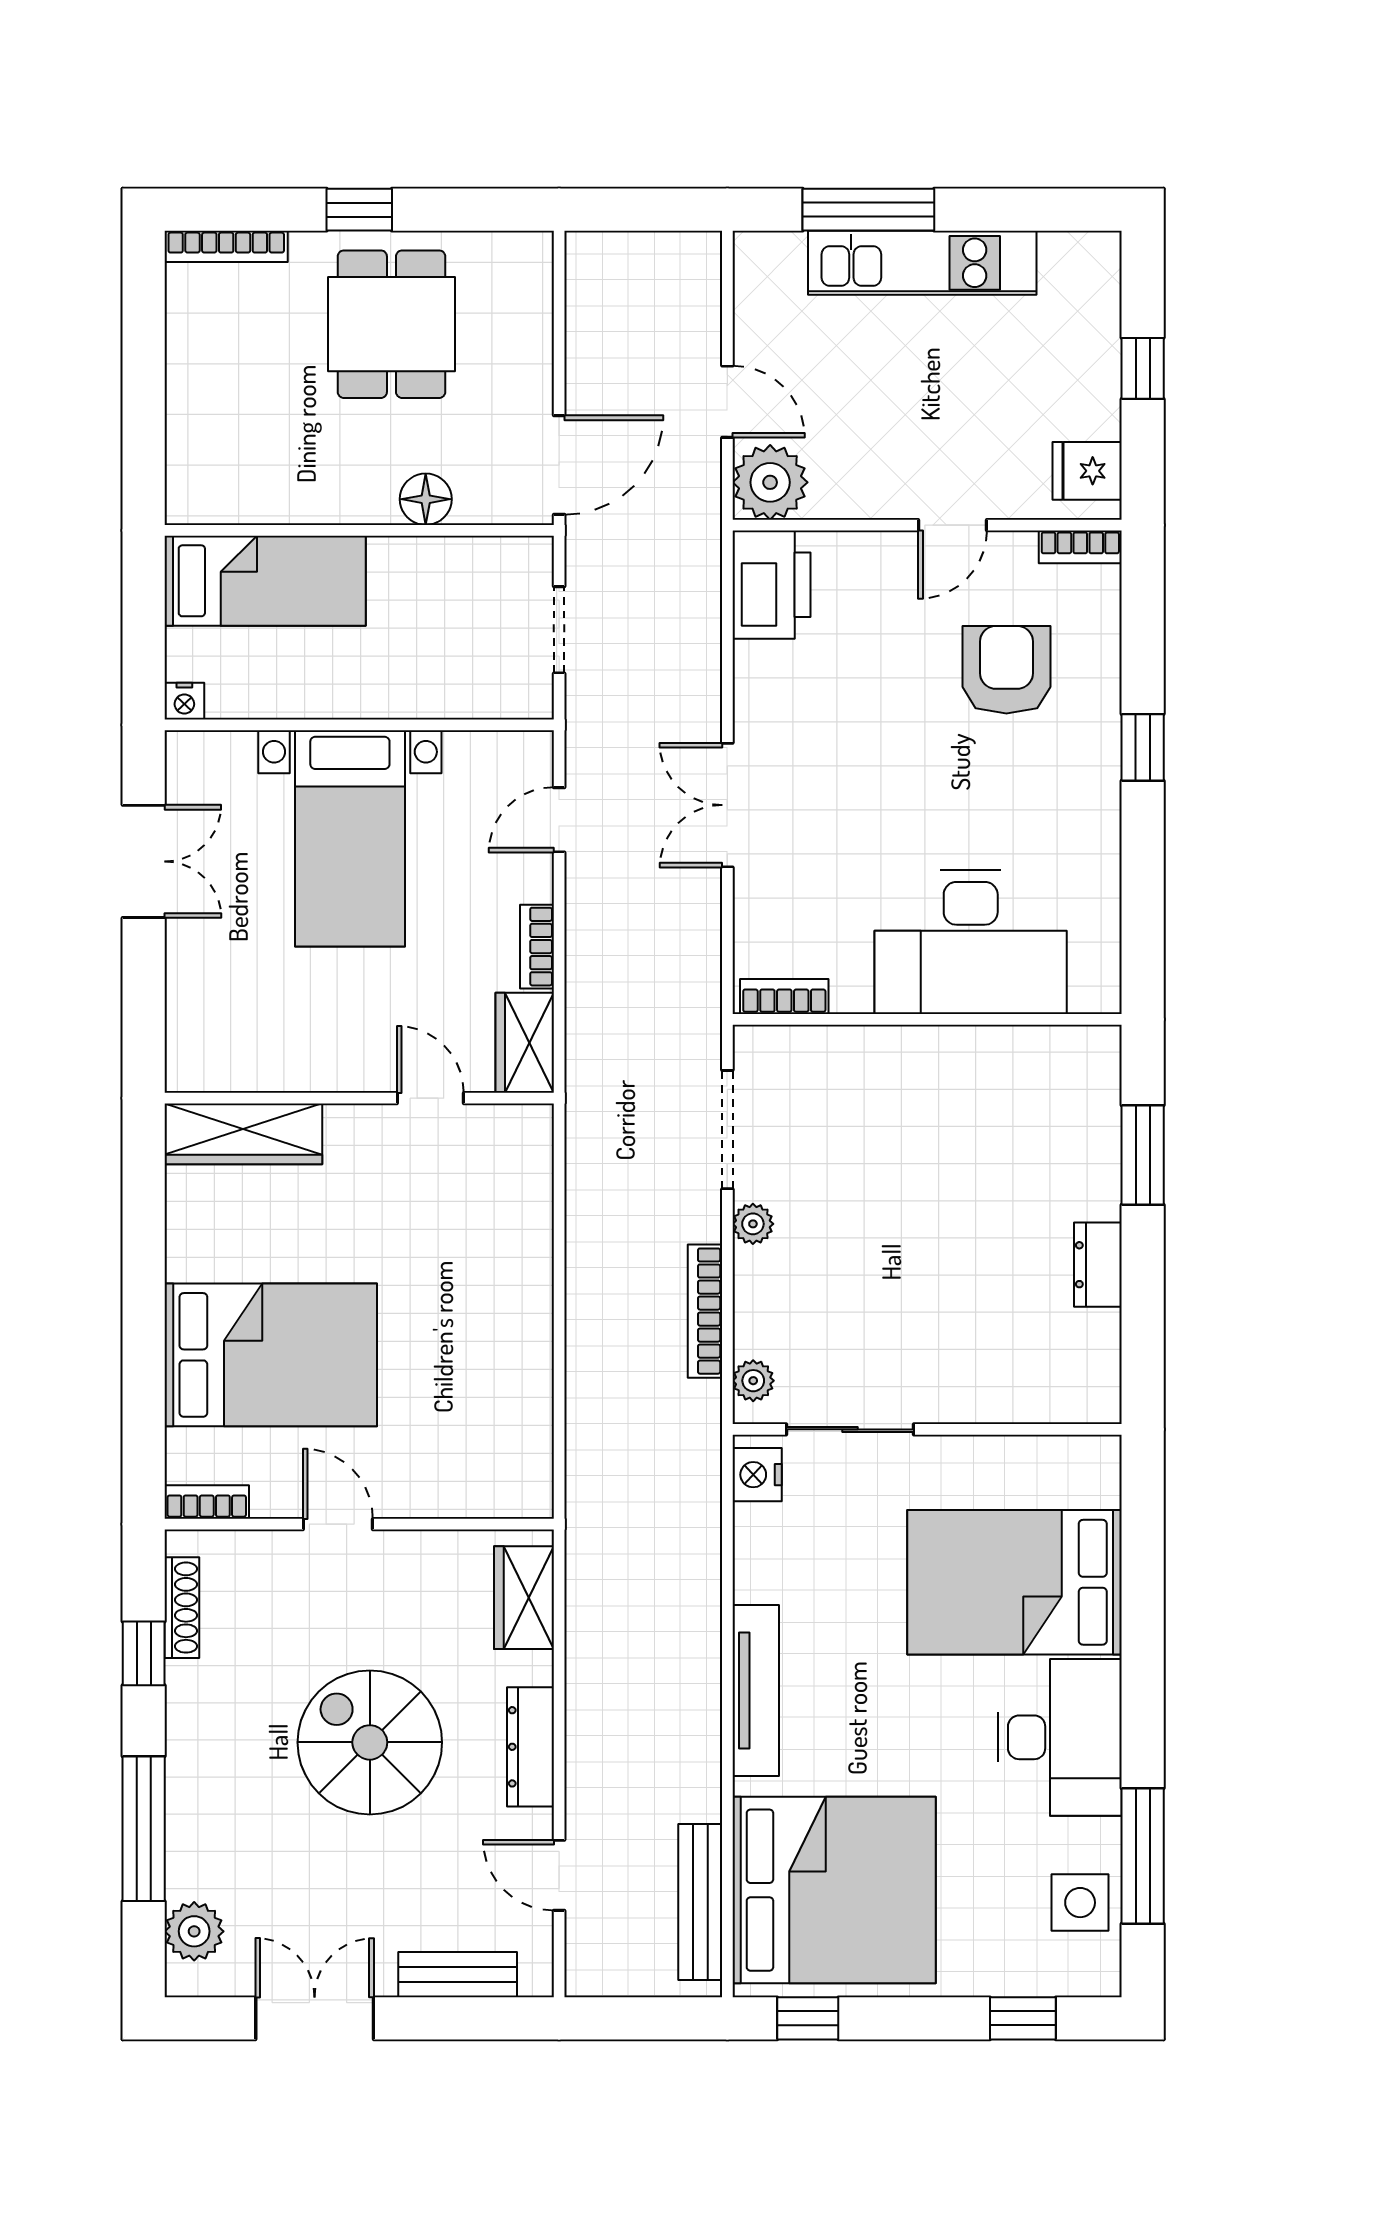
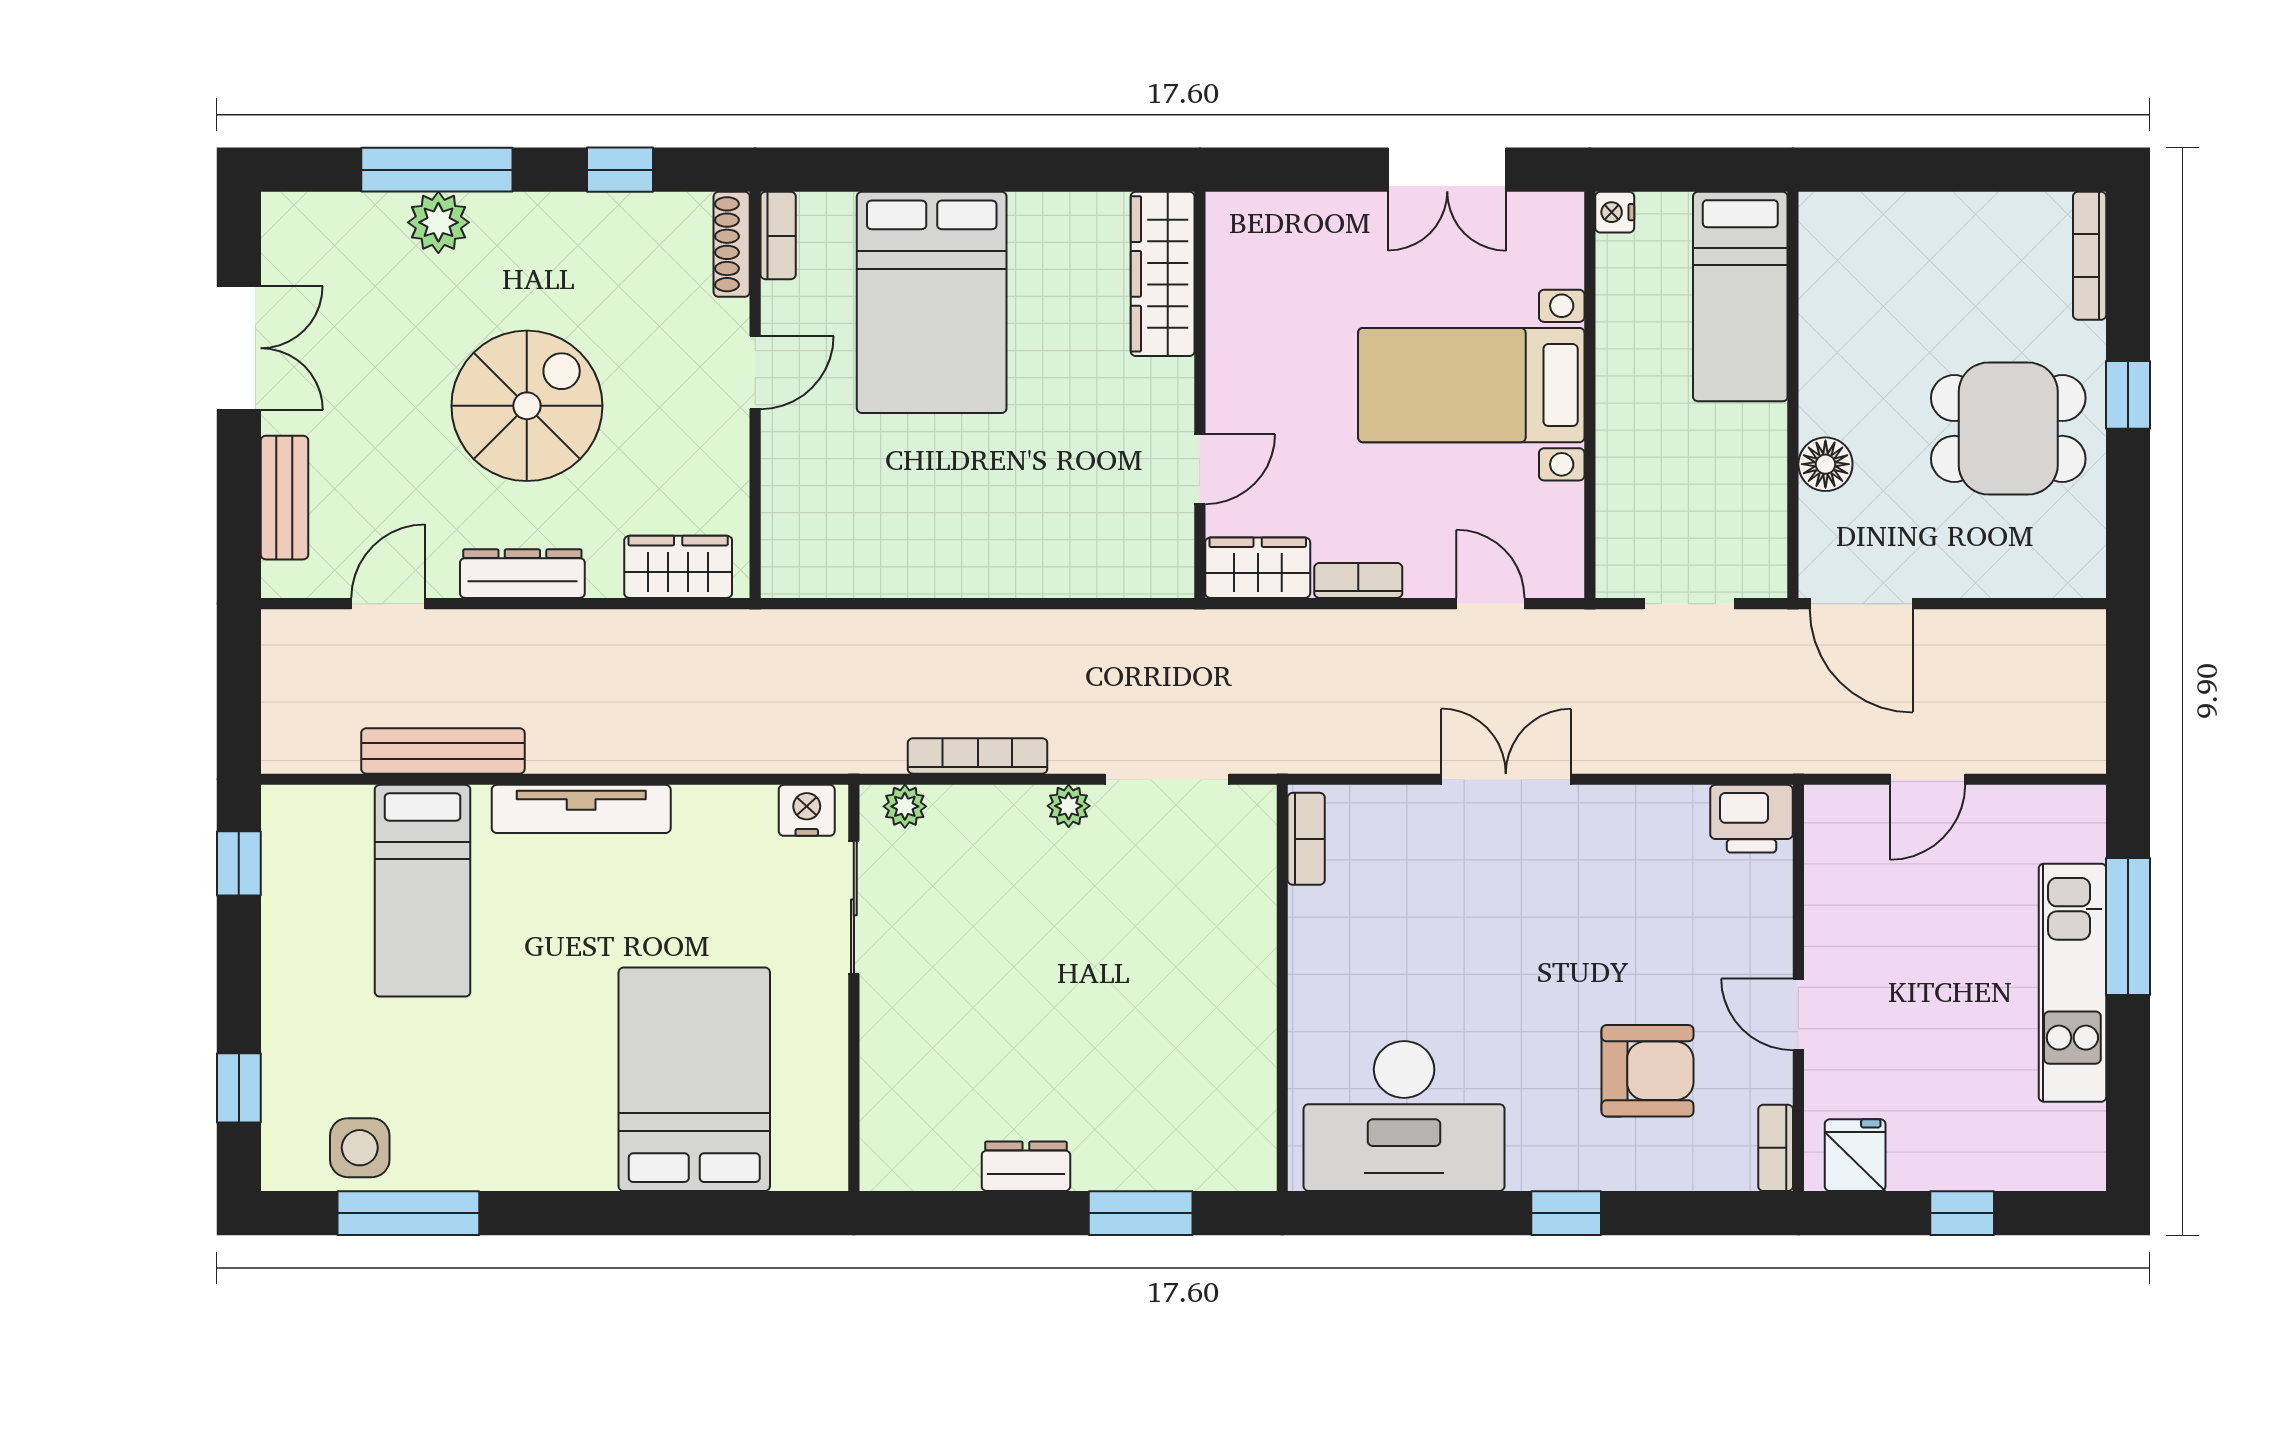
plant: (770, 482) -> (1843, 824), removed
printer: (771, 585) -> (1751, 819), width x0.73, depth x0.84
desk: (971, 942) -> (1404, 1116), moved, turned -90
shoe rack: (182, 1608) -> (732, 244), moved, turned 90
desk: (1060, 1737) -> (532, 1127), removed
bed: (834, 1890) -> (423, 891), width x0.49
bench: (700, 1902) -> (443, 751), moved
plant: (194, 1931) -> (438, 222), moved

